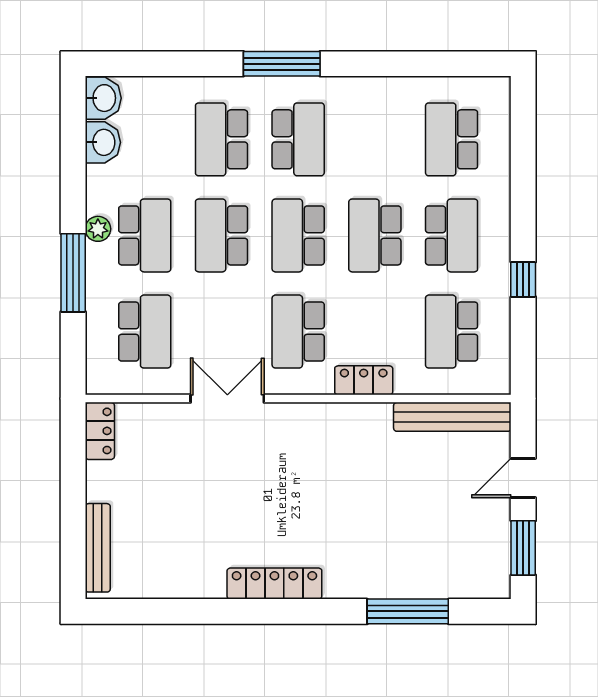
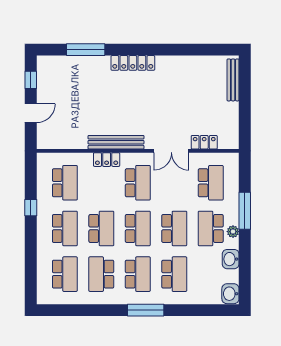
school desk: (298, 139) -> (138, 274), turned 180
school desk: (375, 139) -> (101, 274), added
washbasin: (103, 142) -> (231, 259), moved
school desk: (452, 235) -> (65, 228), turned 180
school desk: (145, 332) -> (211, 183), turned 180
bench: (452, 417) -> (116, 142), moved
locker: (100, 431) -> (204, 142), moved, turned 90
window: (523, 548) -> (31, 80), width x0.67
locker: (274, 584) -> (133, 63), moved

